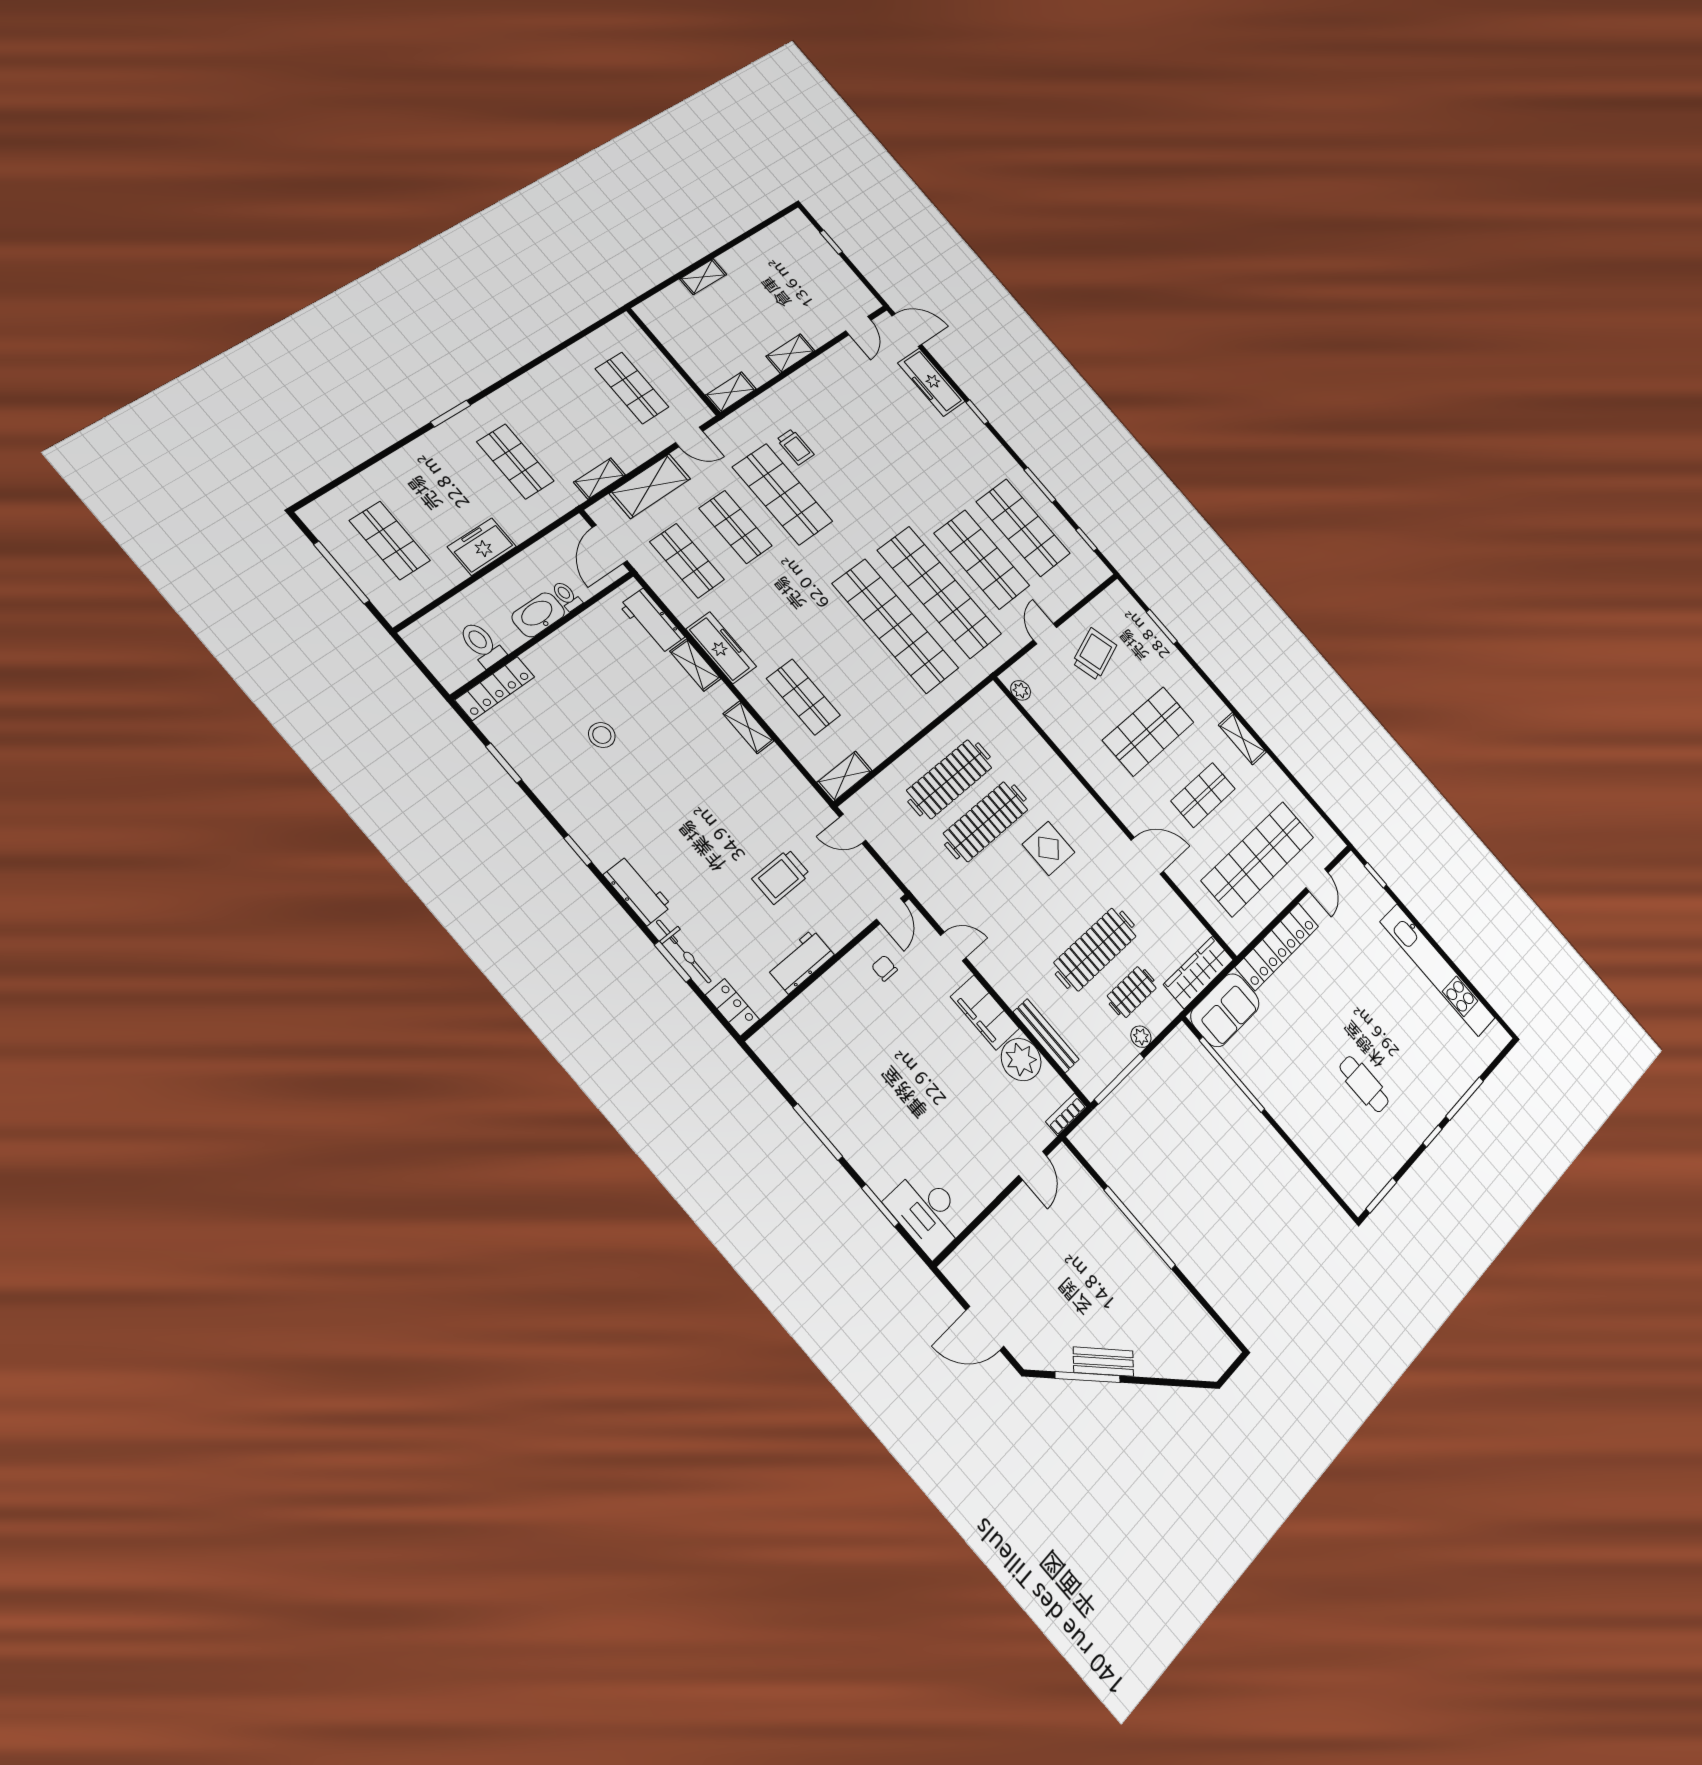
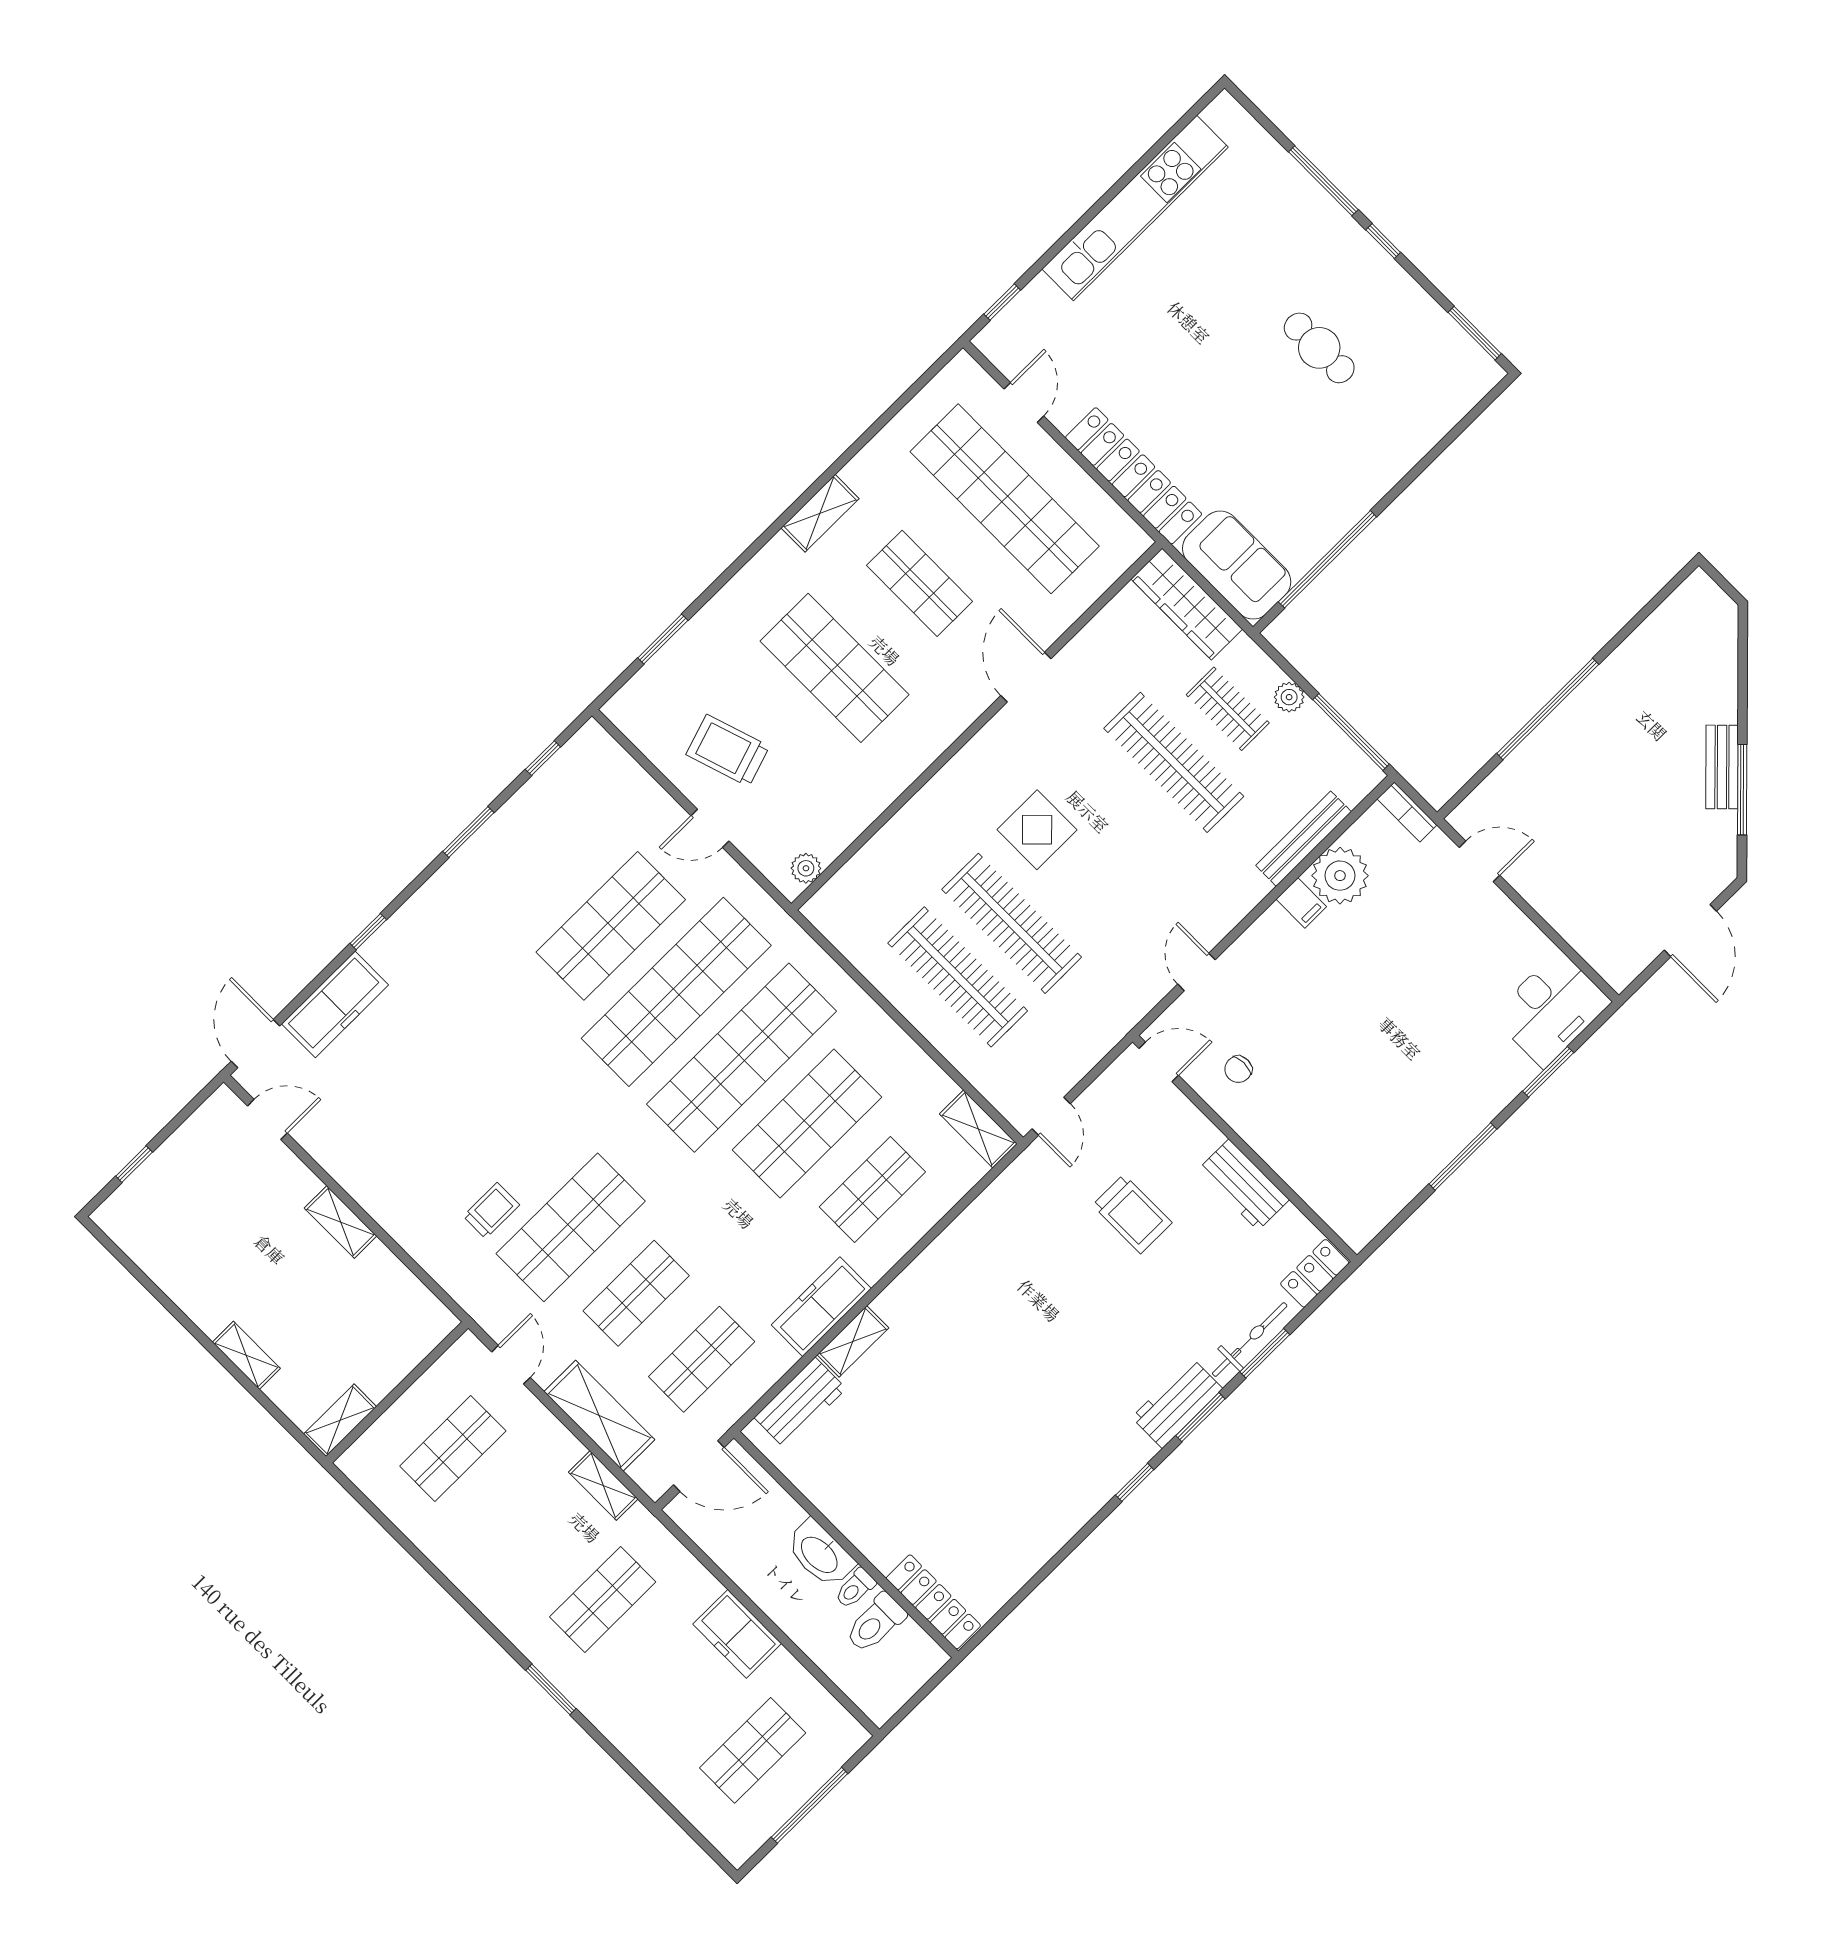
shelving: (731, 392) -> (340, 1420), moved, turned 90
shop shelf: (1023, 528) -> (807, 1124), moved
toilet: (567, 596) -> (855, 1588), moved
shelving: (749, 727) -> (930, 1265), removed
stool: (602, 735) -> (974, 1461), removed
window: (504, 763) -> (1200, 1417), moved
door: (1317, 880) -> (1024, 403), hinge flipped
filing cabinet: (985, 1012) -> (1301, 903), width x0.33, depth x0.86
cafe table: (1364, 1084) -> (1319, 348), turned 90

